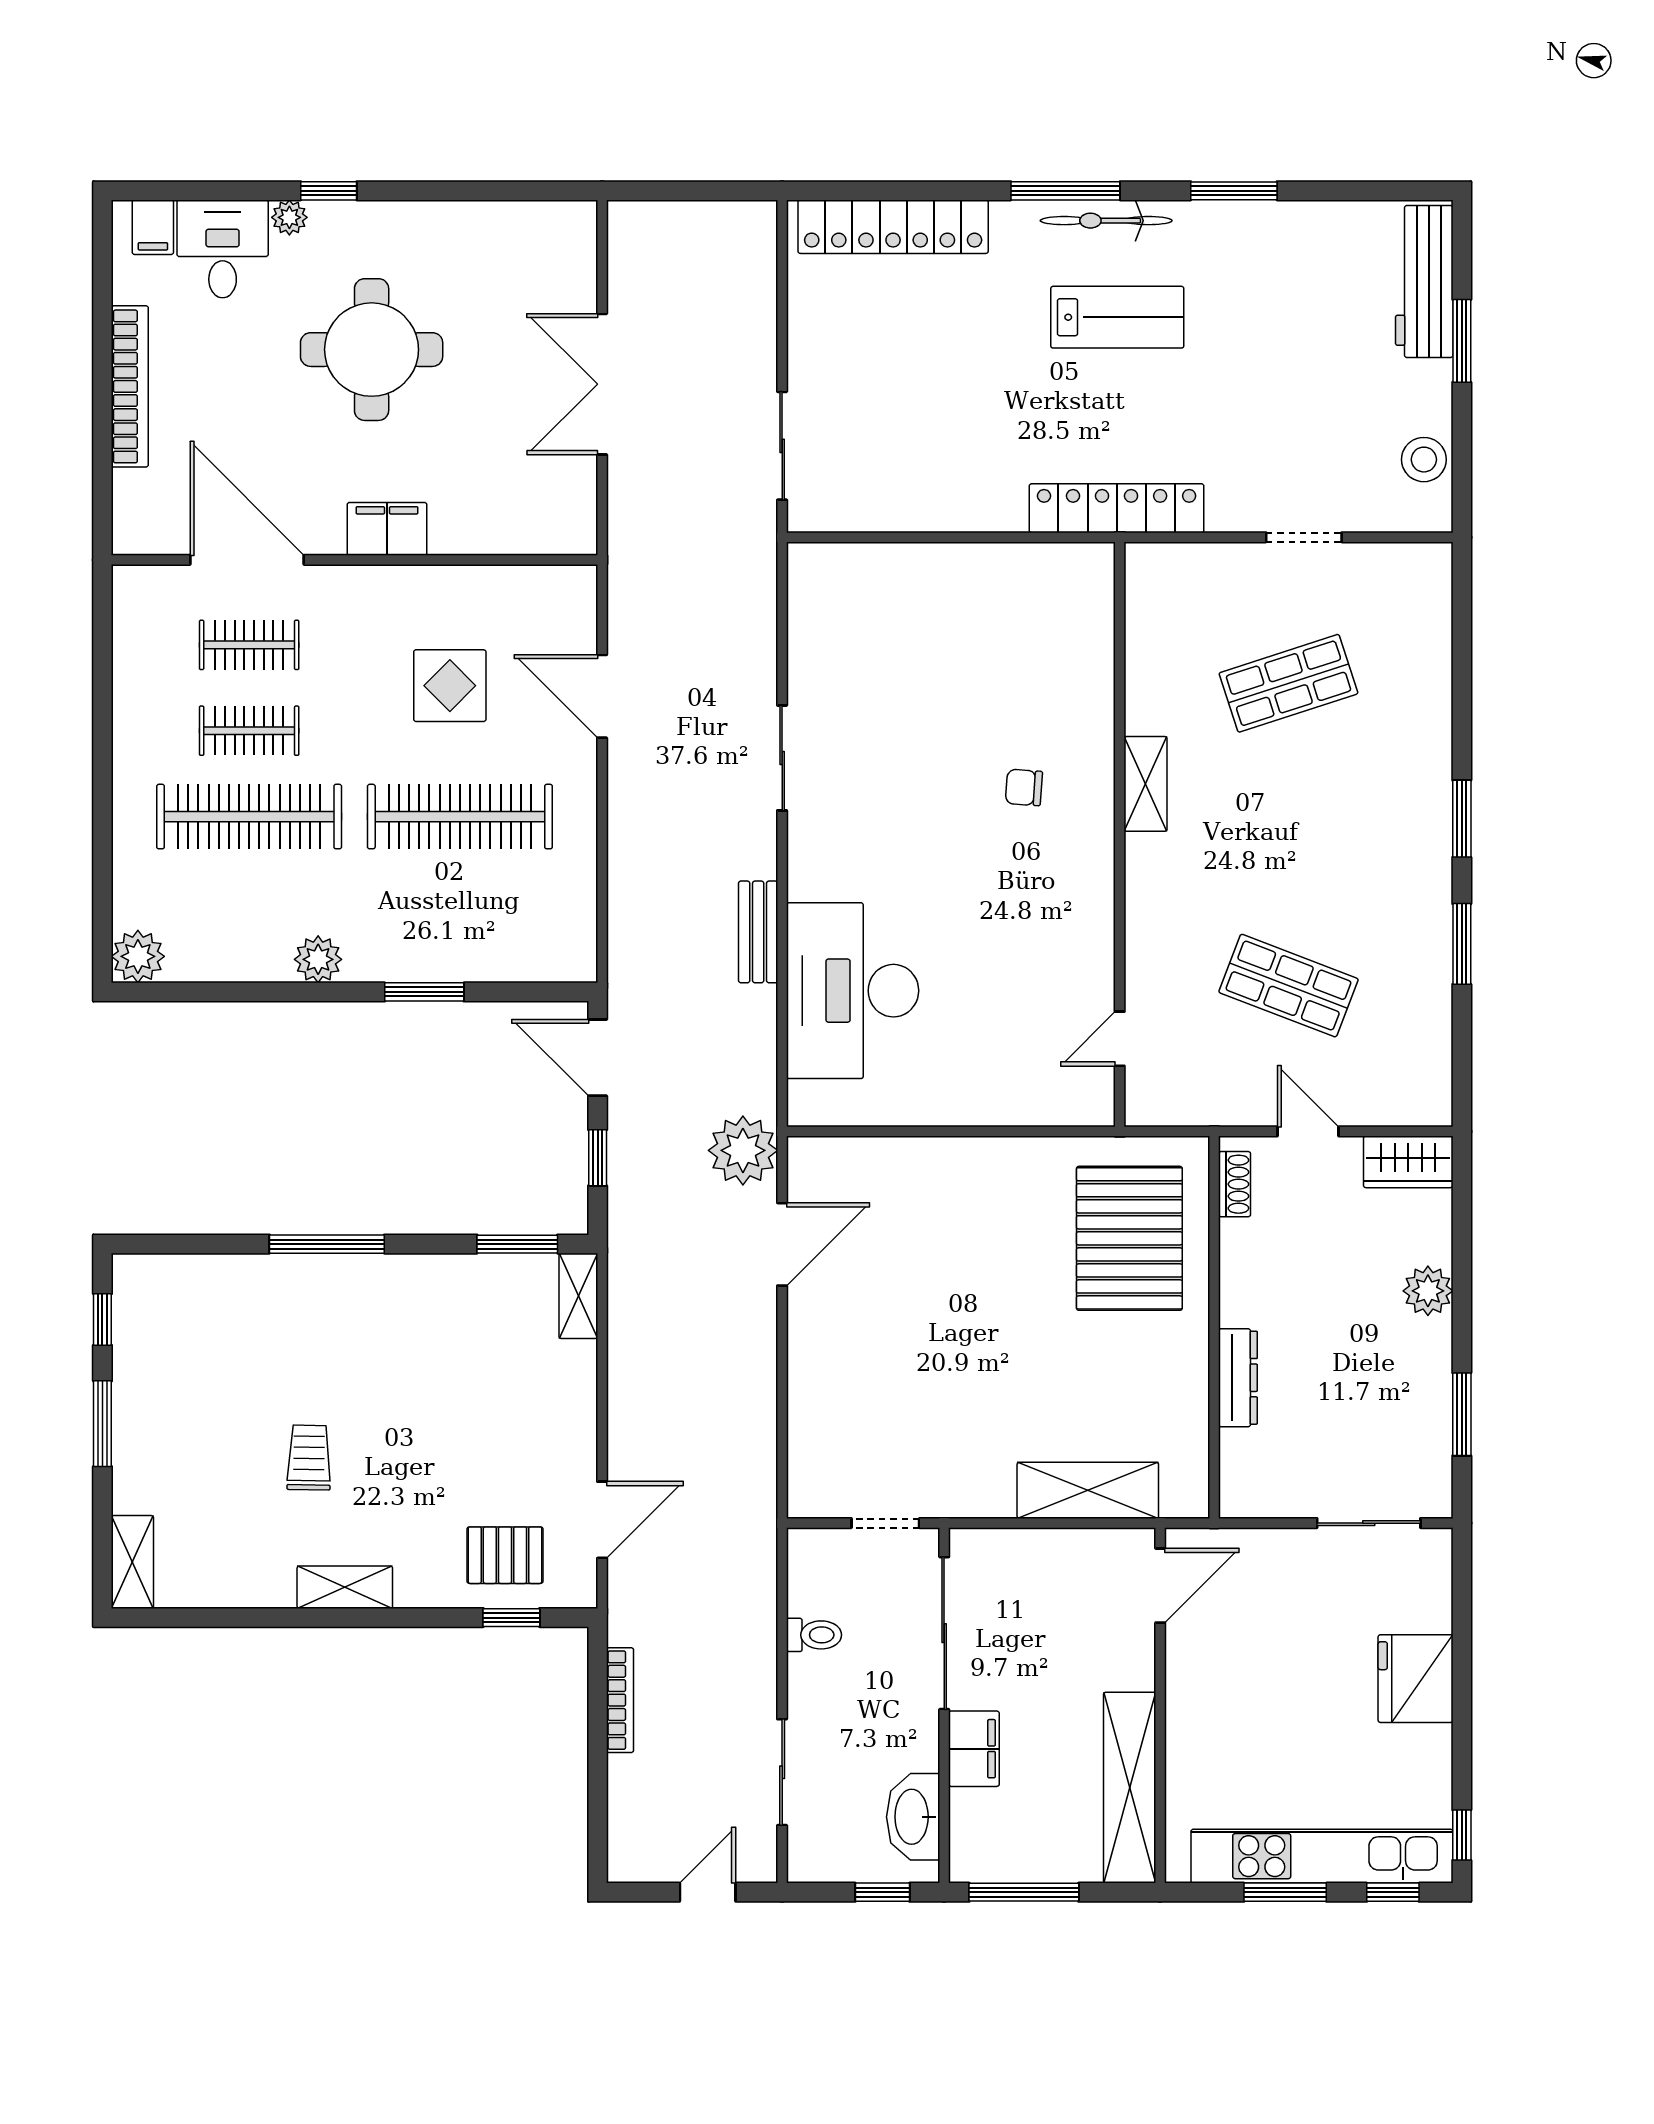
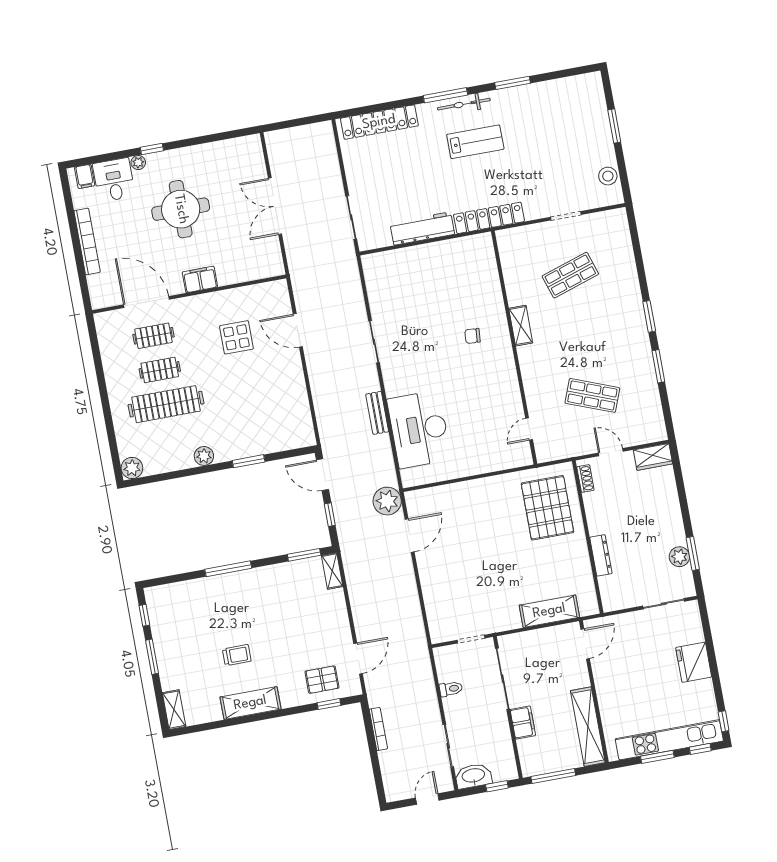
workbench: (1424, 282) -> (422, 229), moved, turned 90
clothes rail: (460, 817) -> (250, 389), removed
plant: (1428, 1291) -> (679, 557), moved
trolley: (309, 1458) -> (237, 655), turned 89
shelving: (345, 1587) -> (250, 703), width x1.50, depth x1.33
washbasin: (913, 1817) -> (473, 776), moved, turned 90

